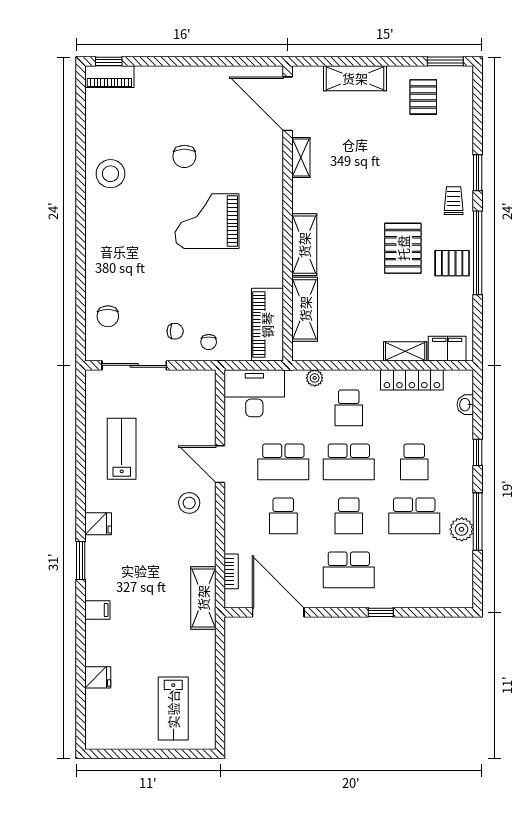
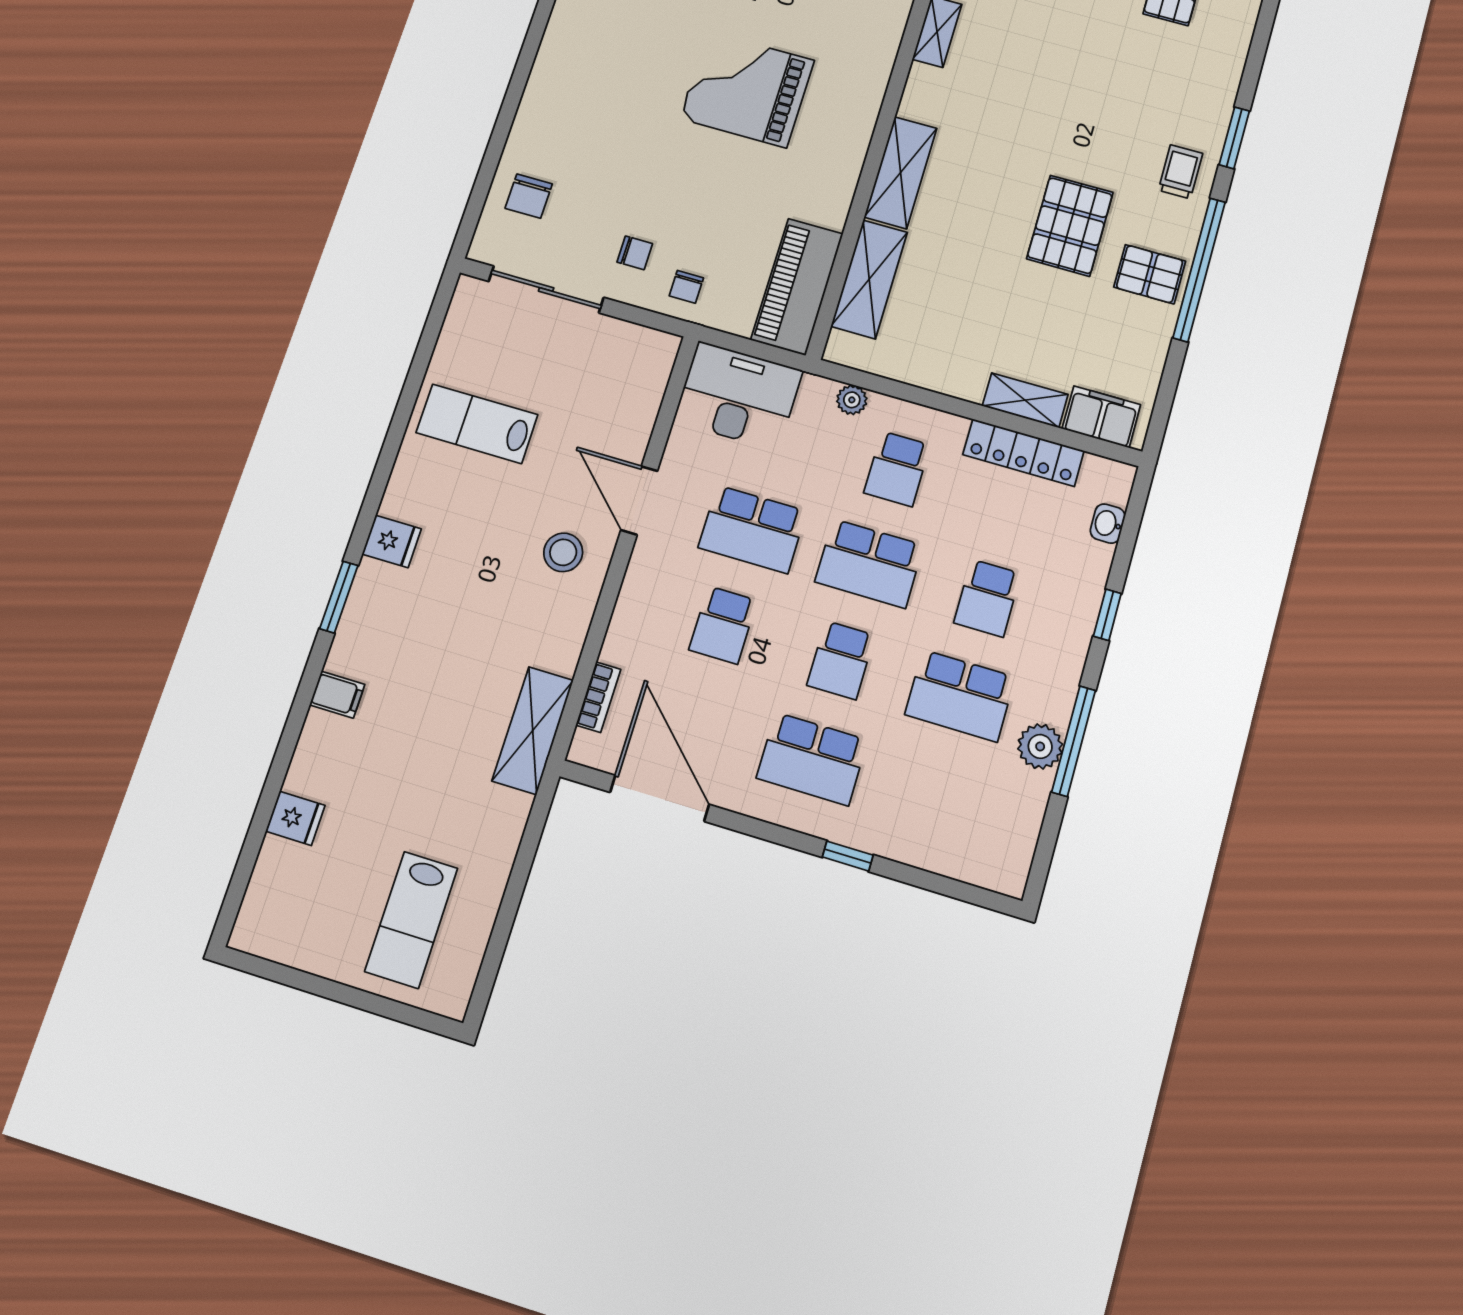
lab bench: (122, 449) -> (477, 424), turned -90

